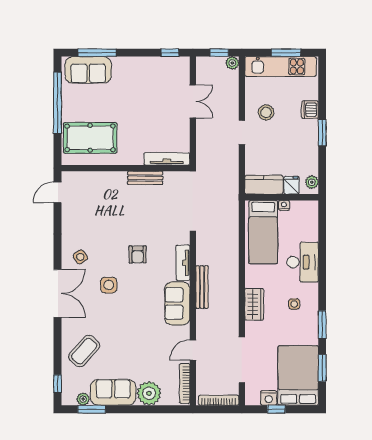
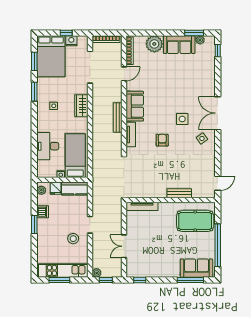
dishwasher: (310, 110) -> (43, 212), moved
bench: (145, 178) -> (179, 193), moved
desk: (303, 262) -> (48, 146), moved
coffee table: (84, 351) -> (199, 73), removed

